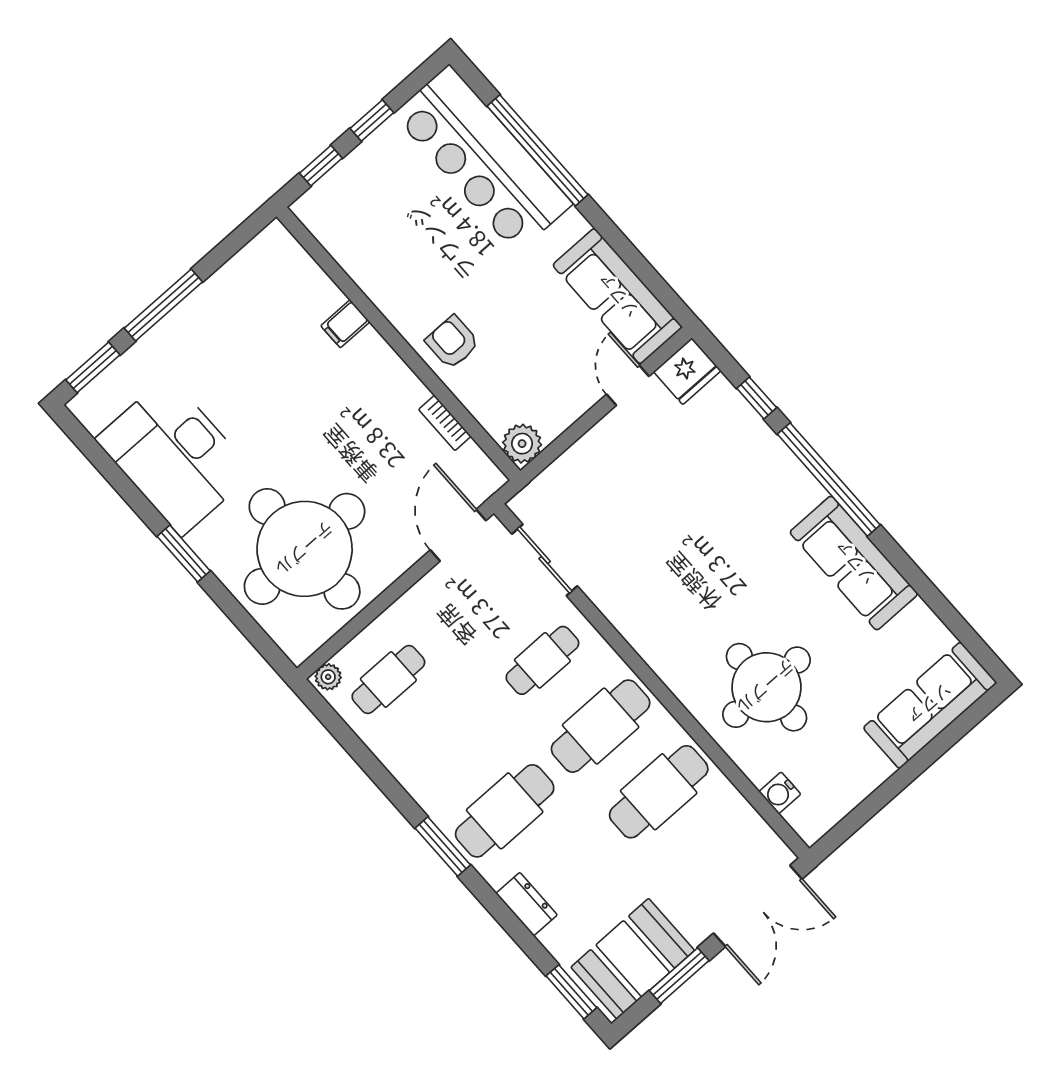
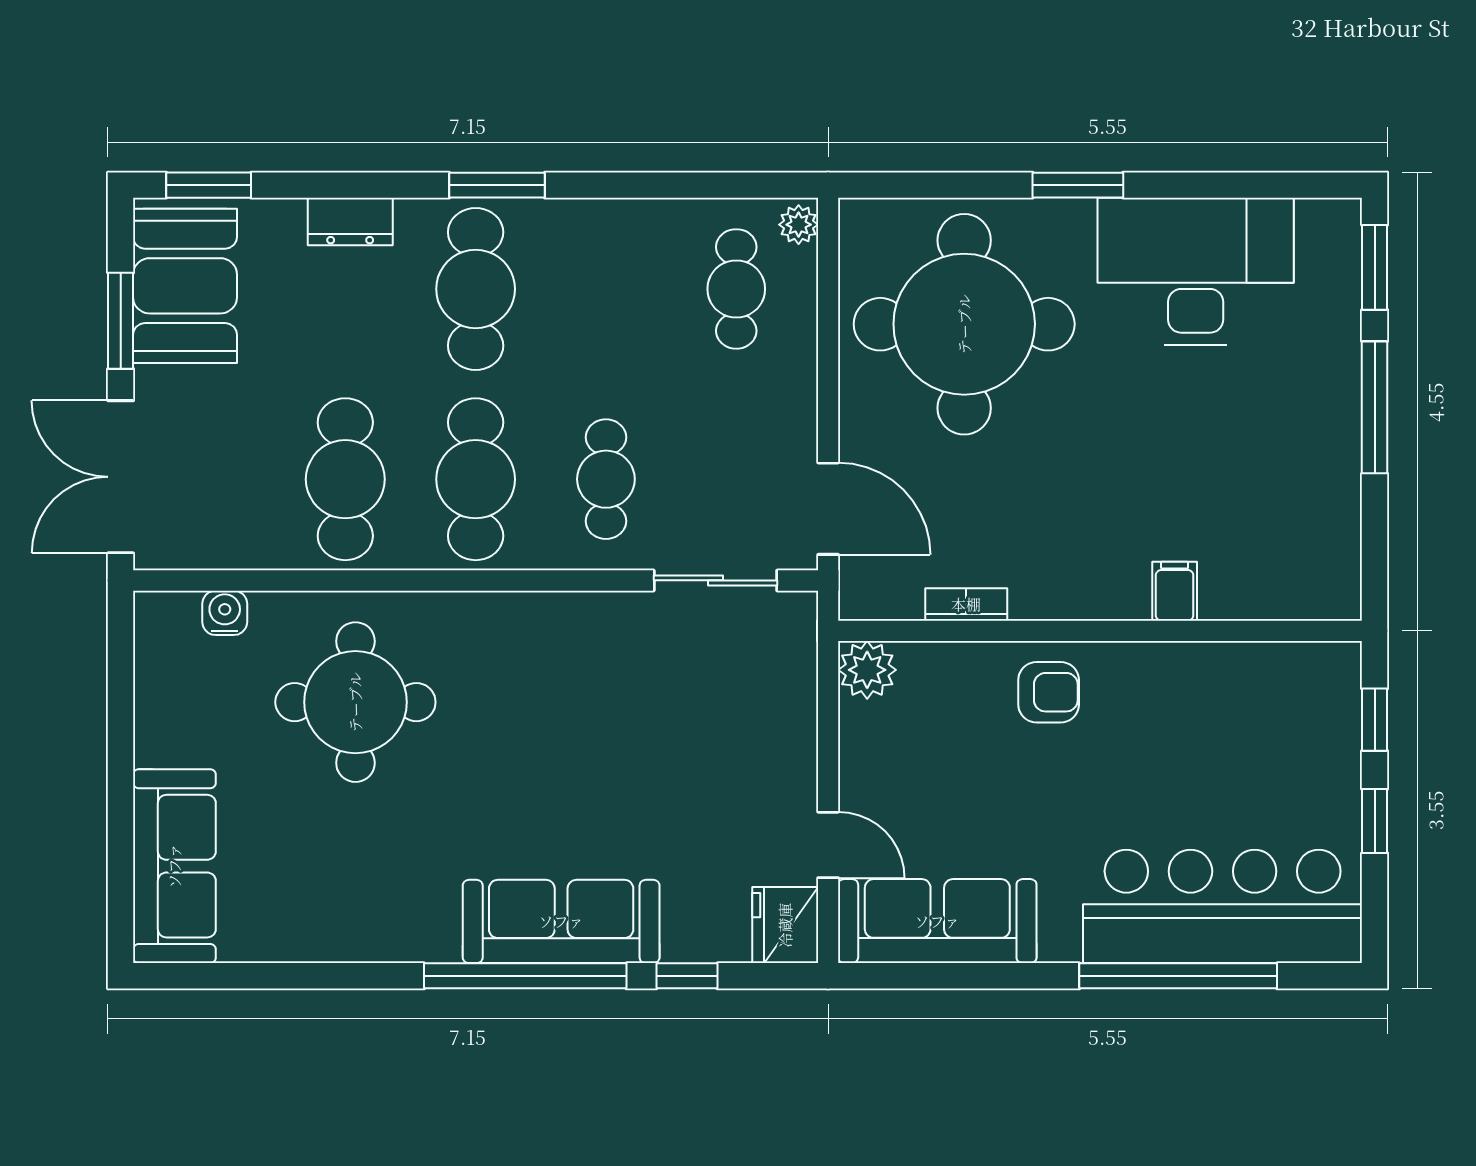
sofa: (854, 563) -> (561, 921), moved

